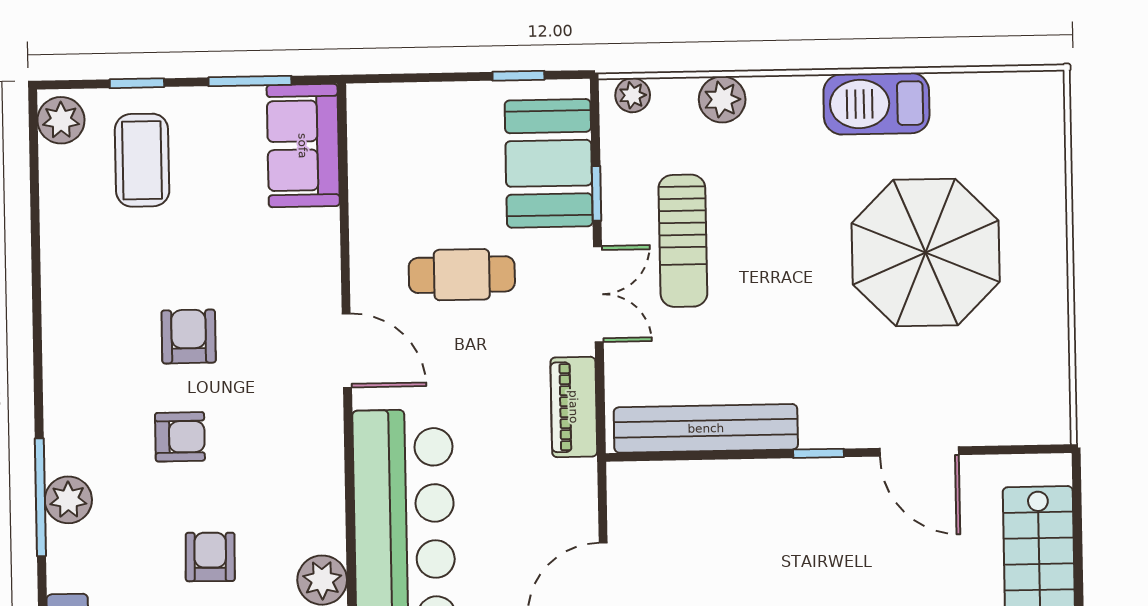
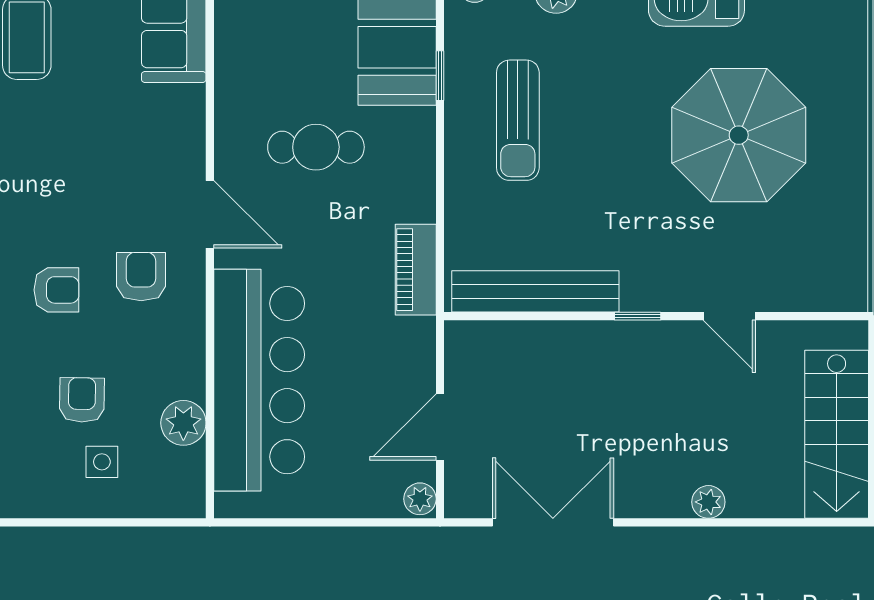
double door: (598, 294) -> (440, 167), removed
armchair: (189, 337) -> (141, 277), moved
door: (919, 451) -> (729, 316), width x0.73

